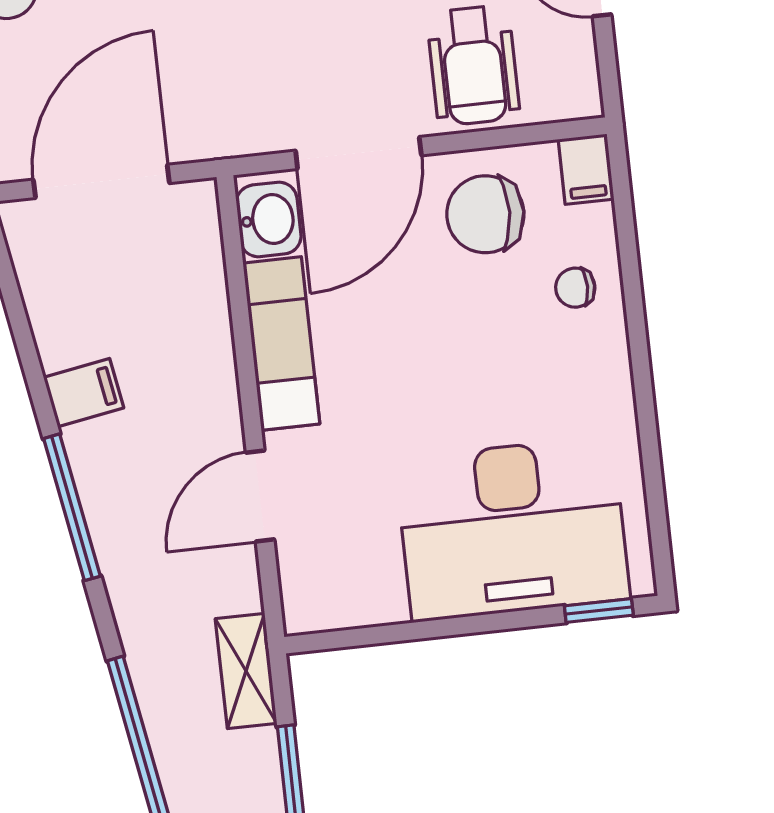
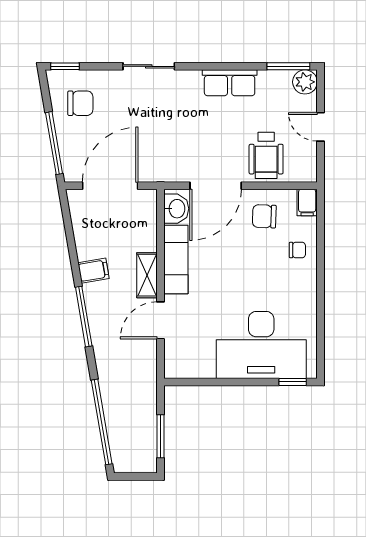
chair: (485, 214) -> (264, 216), width x0.73, depth x0.73
chair: (575, 288) -> (297, 250), turned 180
shelving: (246, 671) -> (147, 275), moved

